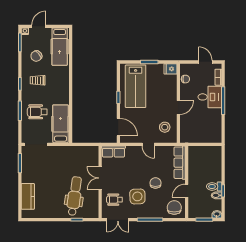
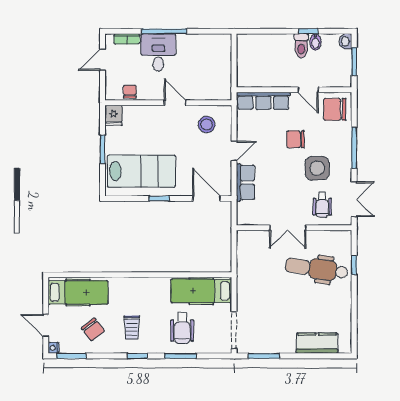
door: (118, 127) -> (206, 198), hinge flipped
row of seats: (113, 152) -> (245, 182), moved

